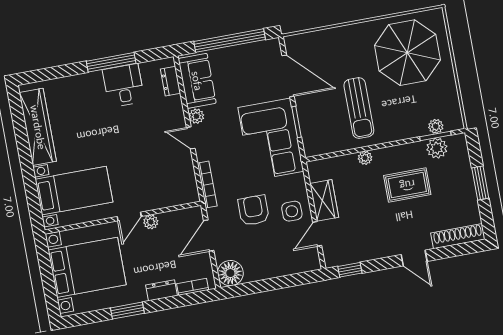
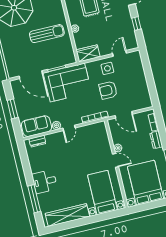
window: (230, 41) -> (13, 109), width x0.47
window: (111, 62) -> (34, 199), moved
door: (288, 76) -> (31, 75), swing flipped
desk: (123, 85) -> (45, 182), moved
wardrobe: (324, 200) -> (88, 53), moved
door: (317, 234) -> (119, 53), swing flipped
window: (350, 270) -> (136, 24), moved
floor lamp: (230, 273) -> (144, 101), removed

